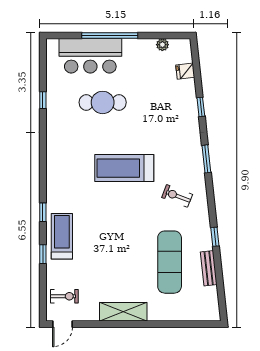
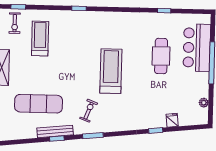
fridge: (185, 71) -> (172, 120), moved
window: (206, 159) -> (93, 136), moved
treadmill: (62, 236) -> (40, 39), moved, turned -90
window: (43, 254) -> (18, 7), moved
bench: (209, 268) -> (55, 131), moved, width x1.36

